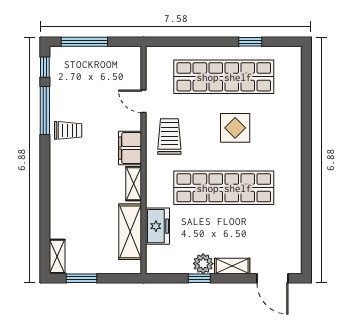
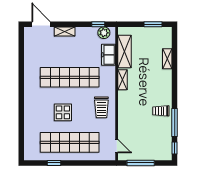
window: (84, 42) -> (141, 163), moved
door: (143, 101) -> (117, 146), moved
filing cabinet: (130, 148) -> (125, 101), removed
shelving: (57, 256) -> (167, 59), moved
plant: (203, 264) -> (104, 33), moved
window: (199, 278) -> (98, 24), moved

